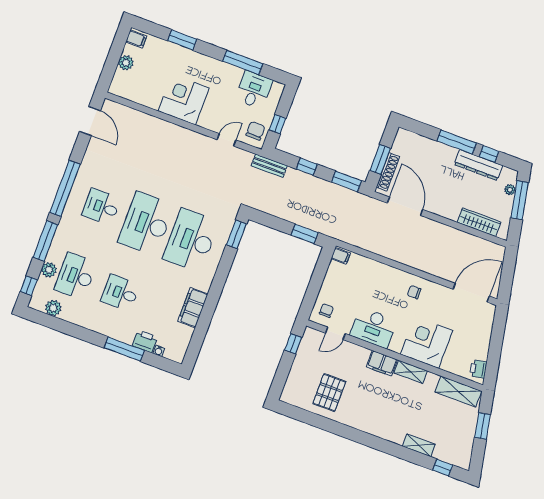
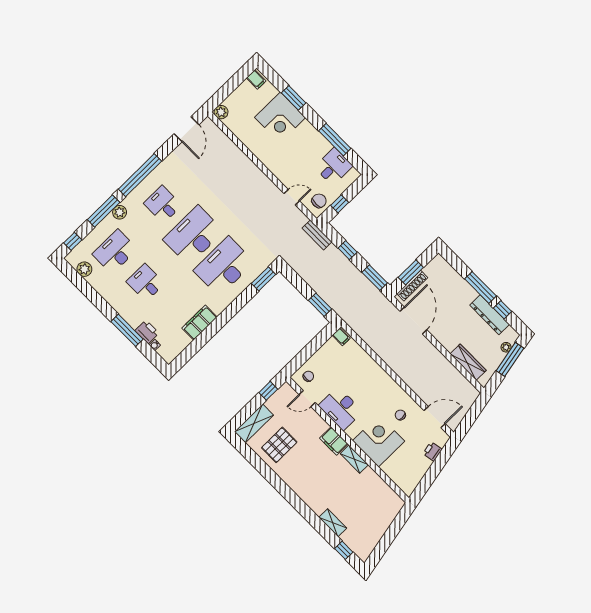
plant: (126, 63) -> (221, 112), moved
corner desk: (184, 100) -> (280, 117), moved, turned 180
plant: (49, 270) -> (120, 212), moved
chair: (414, 292) -> (400, 415), moved
door: (471, 293) -> (435, 417), width x0.73
printer: (478, 369) -> (432, 452), moved
shelving: (458, 392) -> (254, 423), moved, turned 90
window: (482, 426) -> (393, 531), removed

